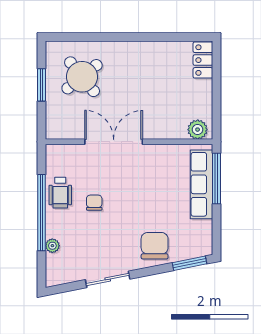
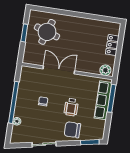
locker: (203, 60) -> (112, 45), moved
round table: (82, 77) -> (47, 32), turned -33
wheelchair: (60, 193) -> (71, 107), moved
chair: (155, 246) -> (72, 130), turned -90

